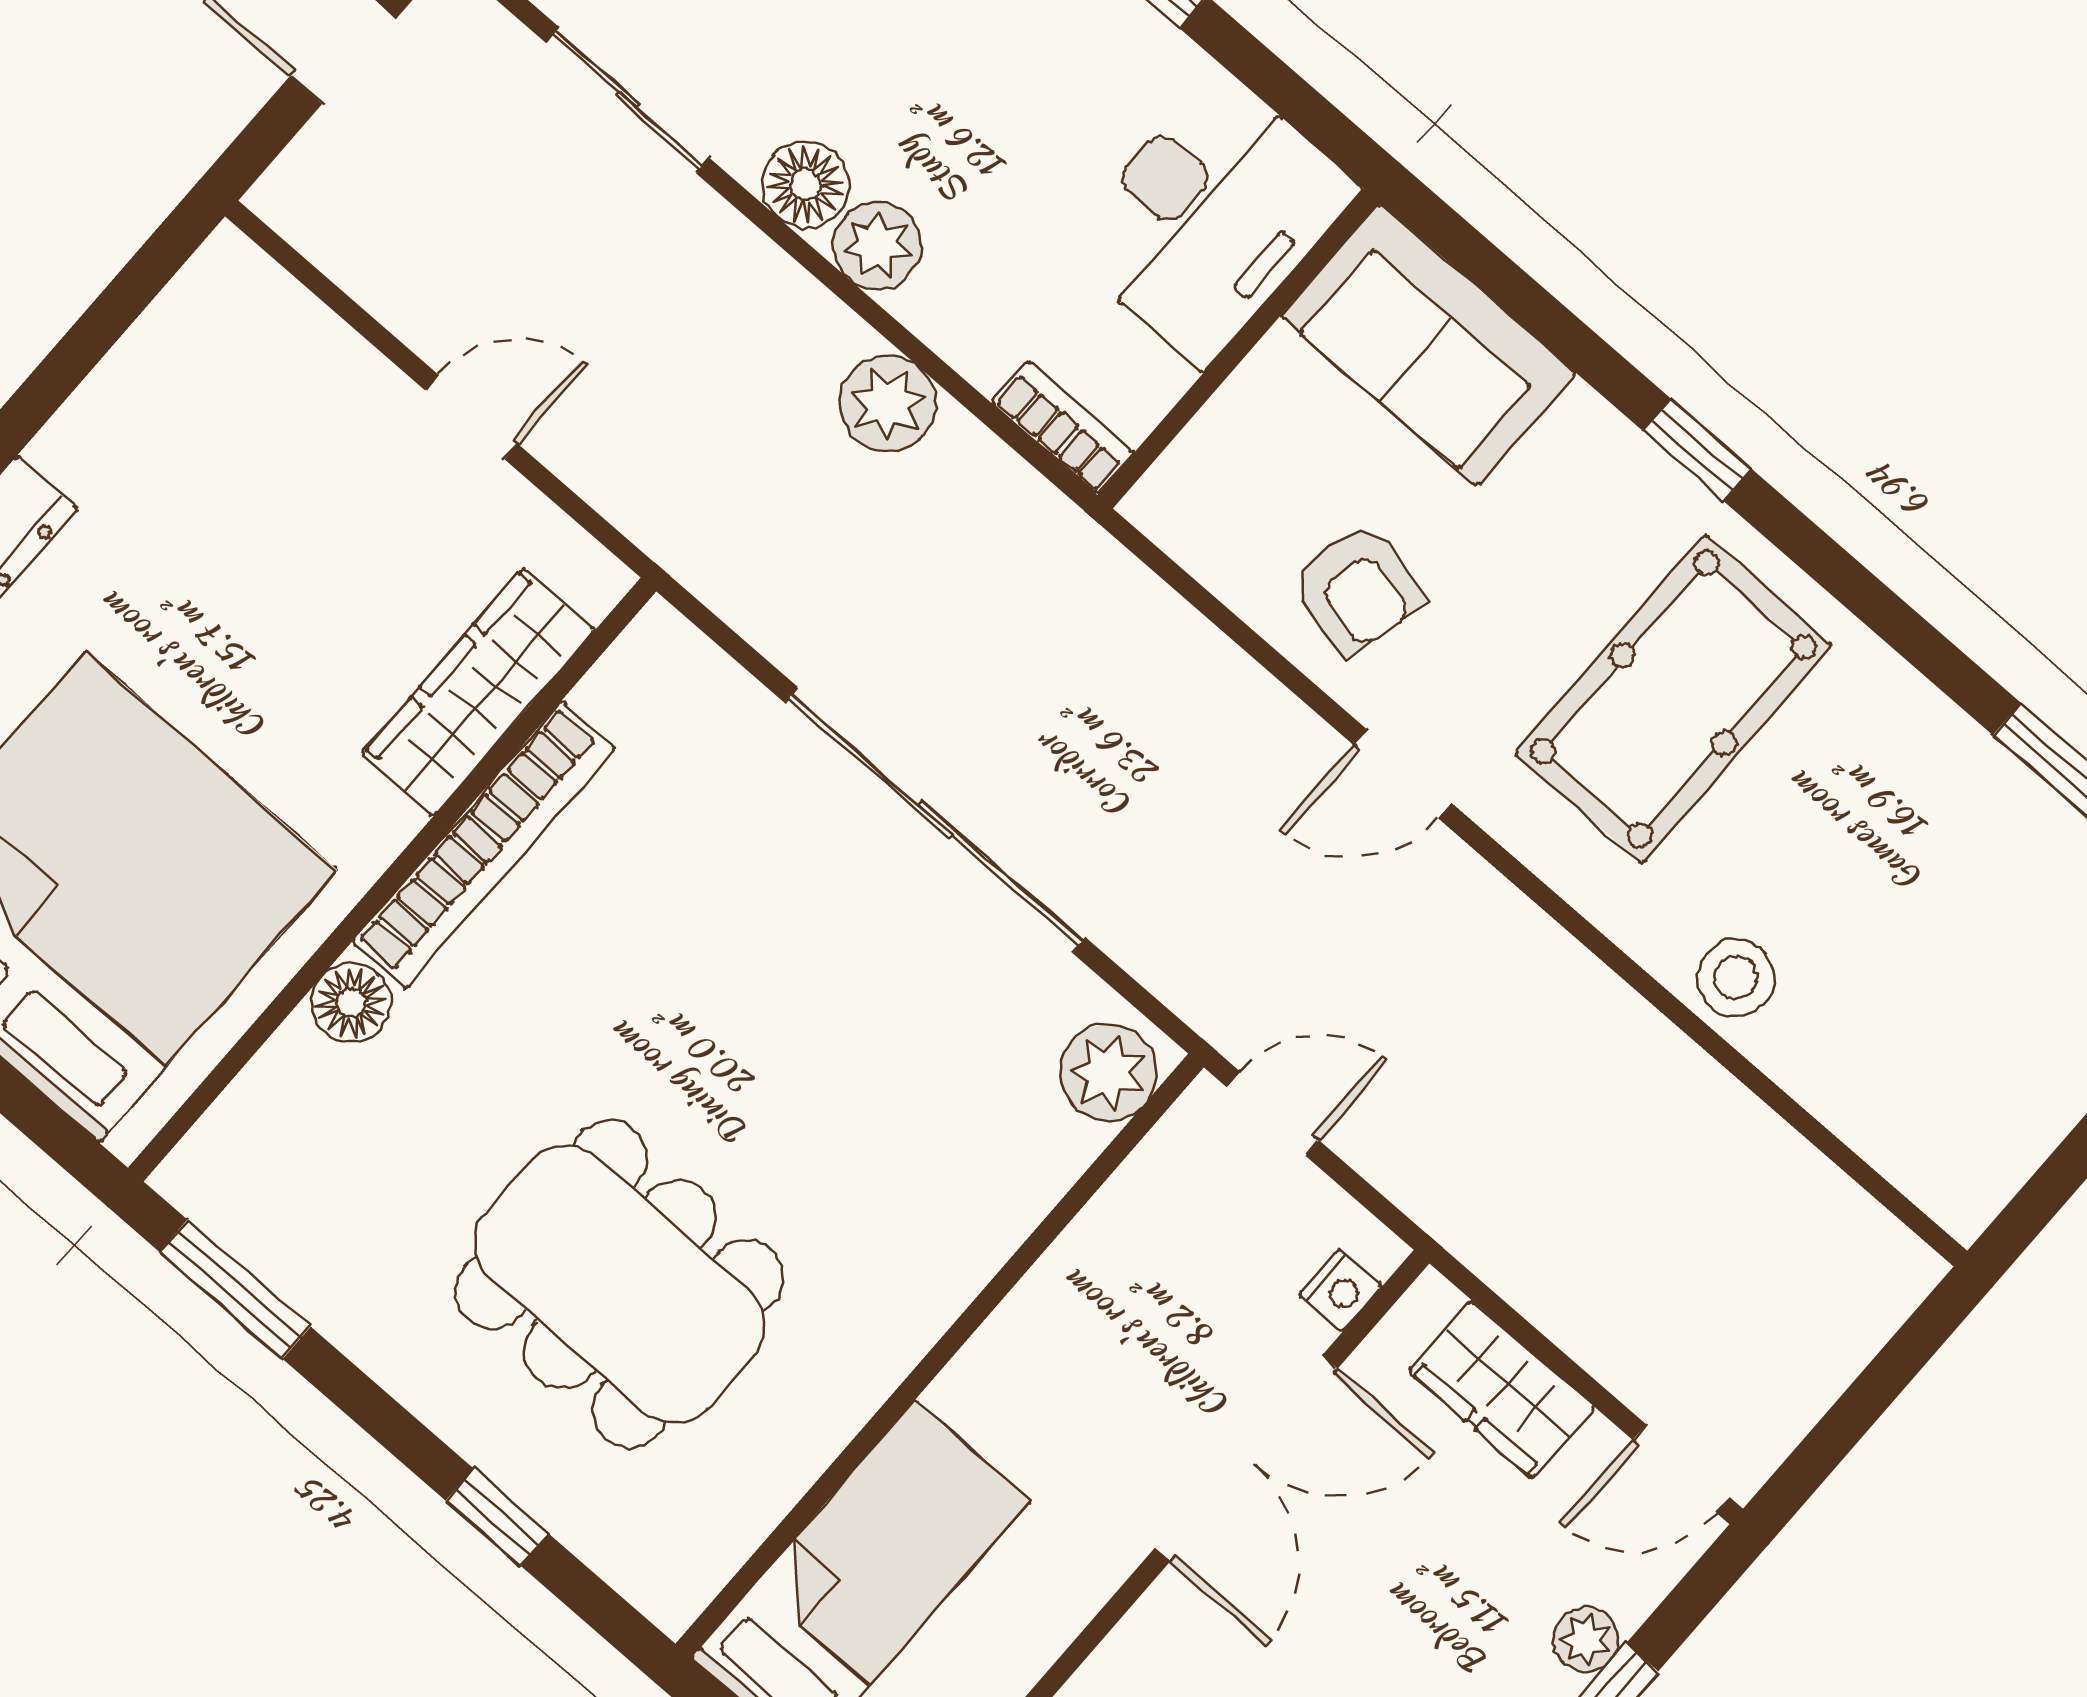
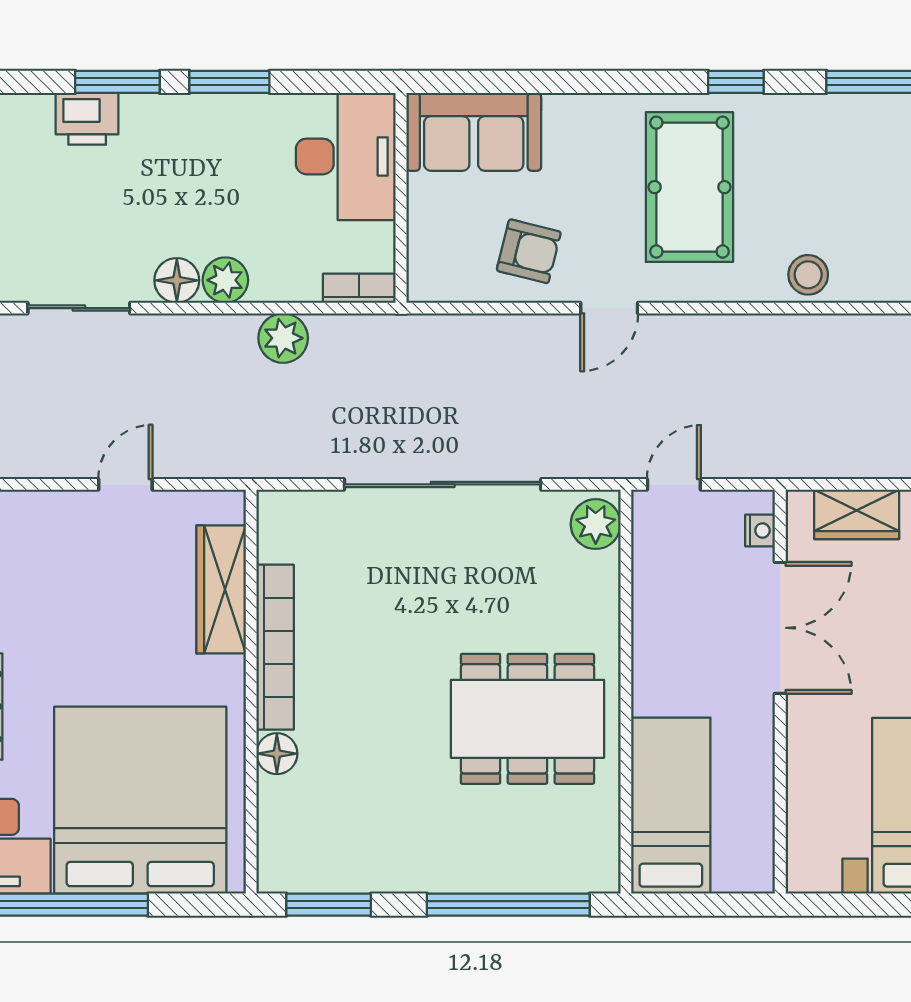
window: (1697, 450) -> (736, 82), moved
dining table: (620, 1284) -> (527, 719), moved
window: (497, 1517) -> (508, 905), width x3.17

